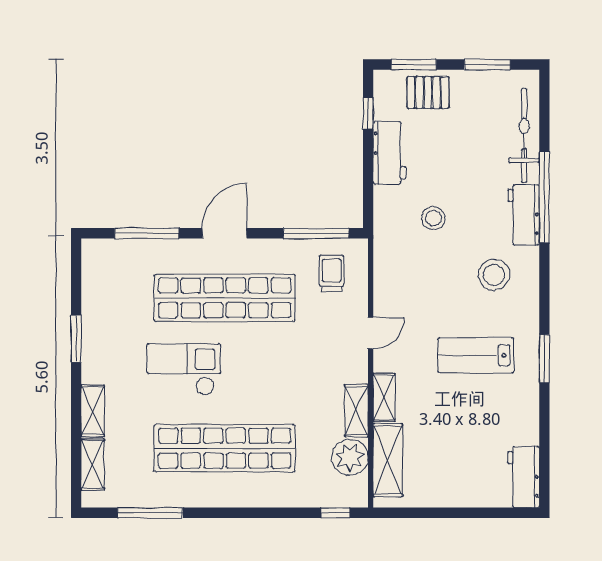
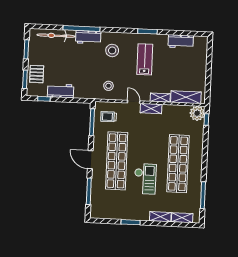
stool: (433, 218) -> (108, 86), moved
lab bench: (476, 355) -> (145, 59), turned 180
checkout: (184, 370) -> (145, 179), turned 180
shelving: (356, 411) -> (151, 108), moved
plant: (350, 457) -> (197, 113), moved
workbench: (524, 477) -> (181, 41), moved

